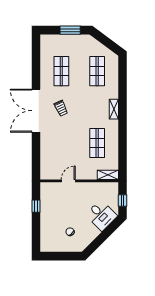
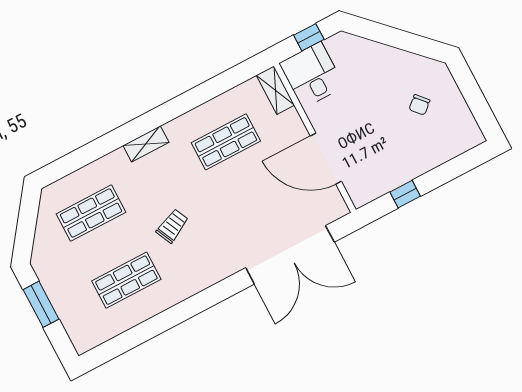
trolley: (61, 108) -> (172, 226), moved
double door: (36, 111) -> (290, 255), moved
door: (68, 181) -> (326, 159), width x1.88
desk: (101, 215) -> (312, 75), moved, turned -45

